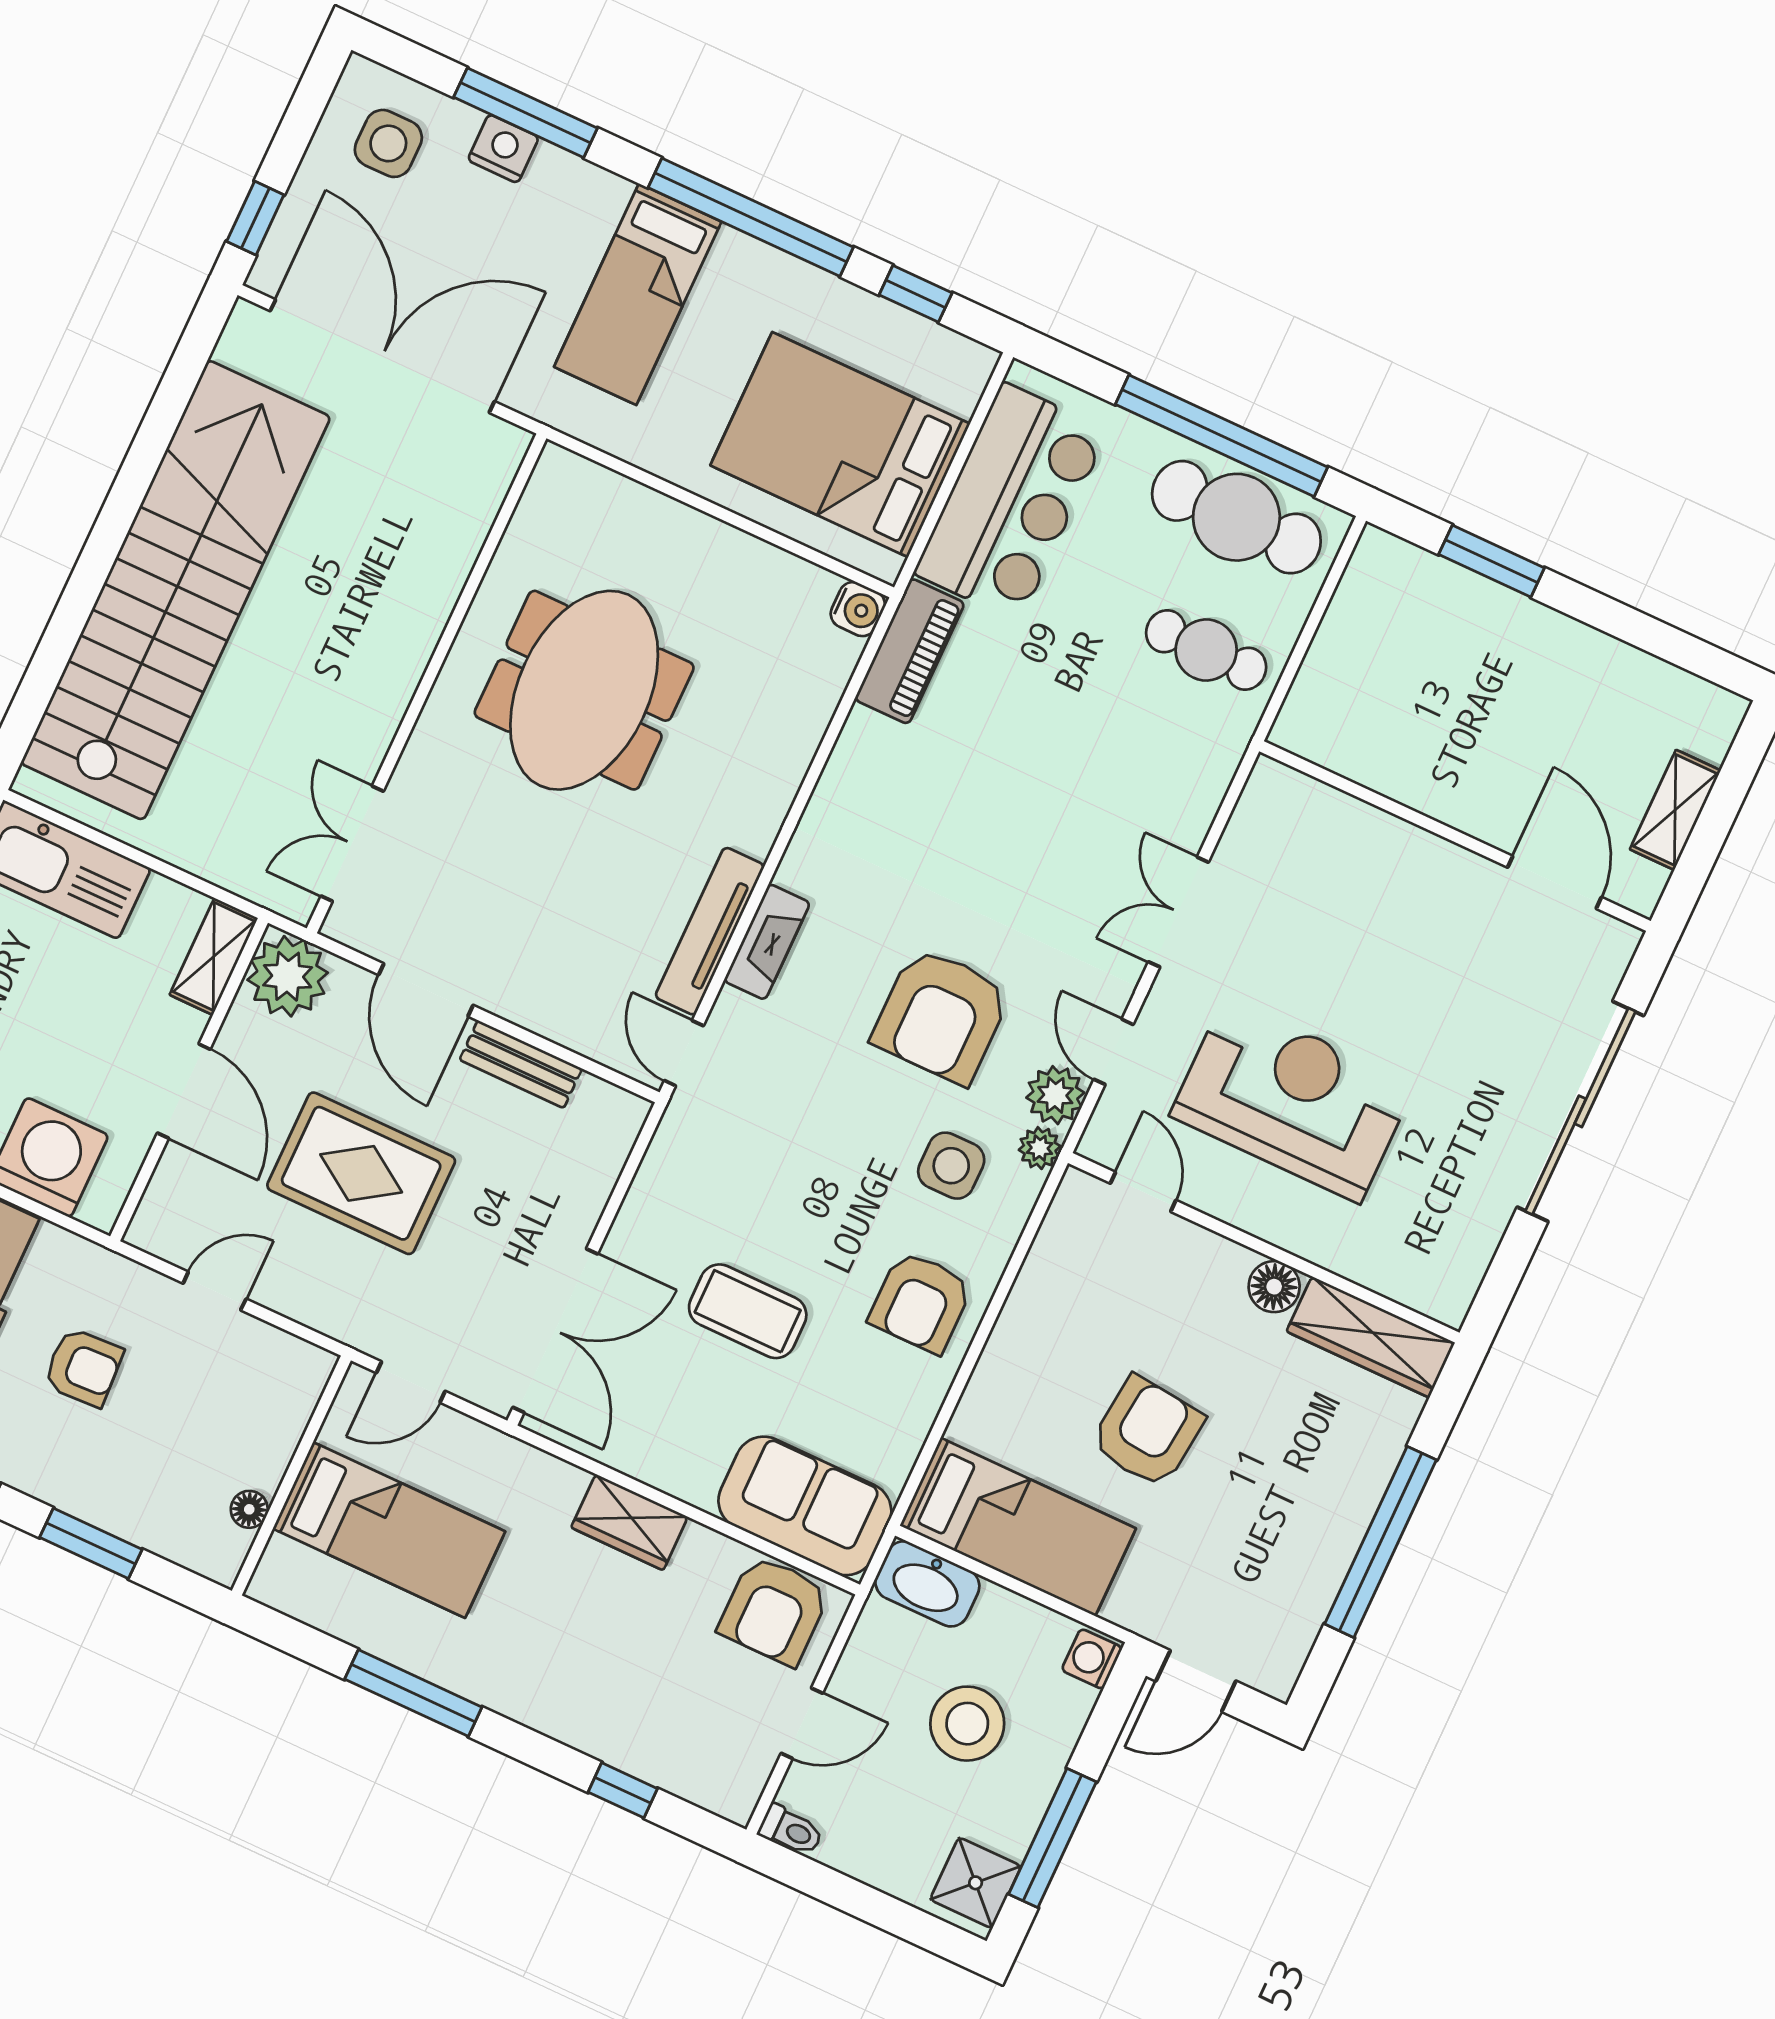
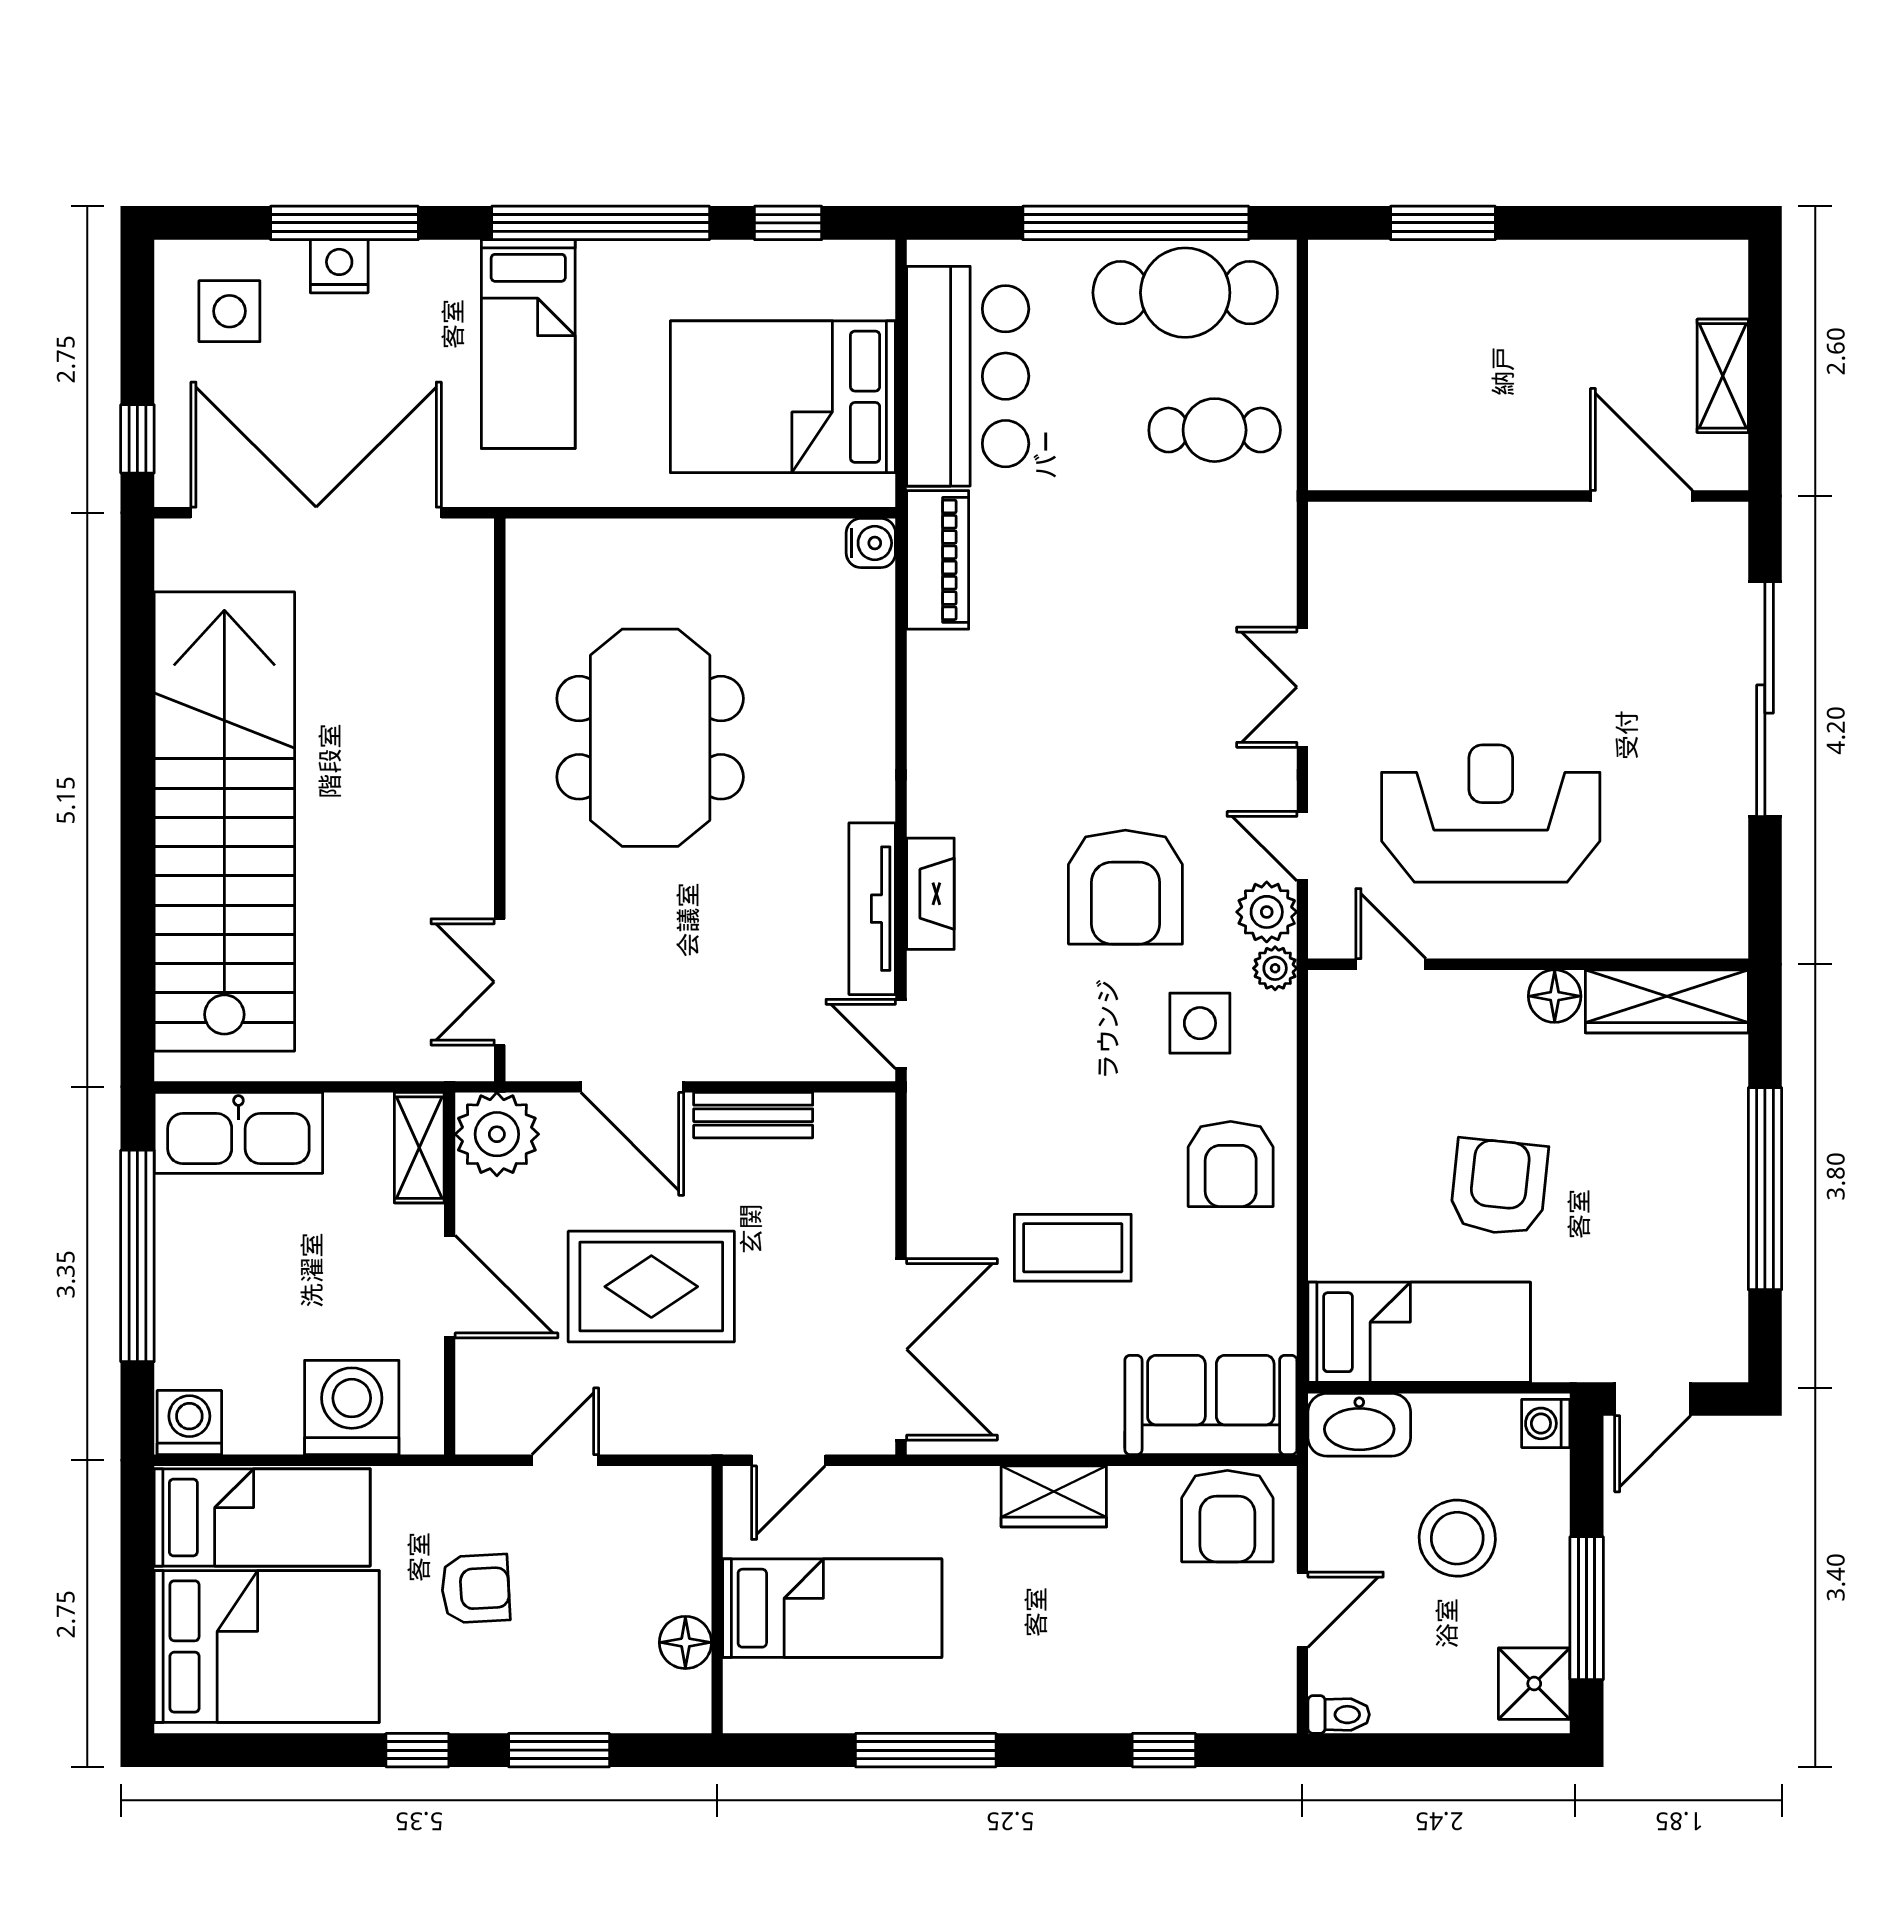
floor lamp: (249, 1509) -> (685, 1642), width x1.37, depth x1.37

